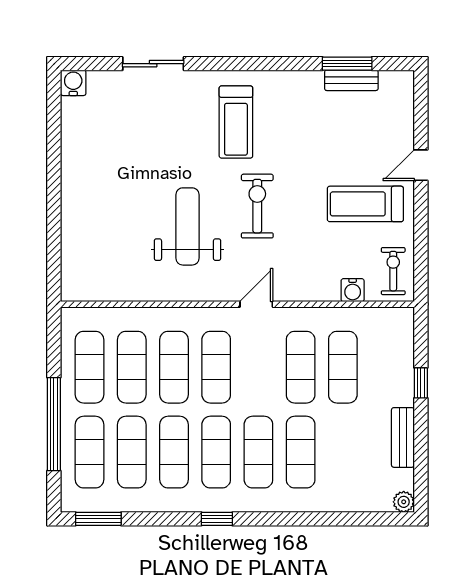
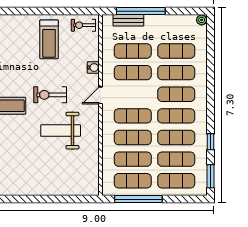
door: (421, 165) -> (29, 11), removed
water cooler: (353, 290) -> (93, 68), moved
door: (256, 304) -> (100, 95), hinge flipped
window: (421, 383) -> (141, 11), width x3.17
window: (54, 424) -> (138, 199), moved
bench: (403, 437) -> (128, 20), moved
exercise mat: (343, 452) -> (176, 51), added
window: (217, 519) -> (210, 142), moved

